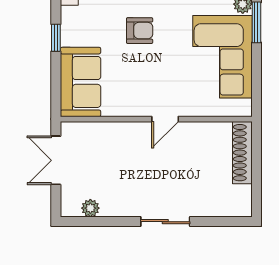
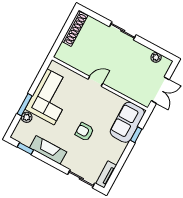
window: (56, 38) -> (136, 135), moved
shoe rack: (242, 153) -> (75, 29), moved

